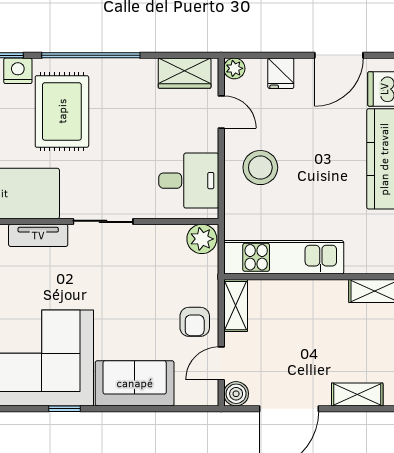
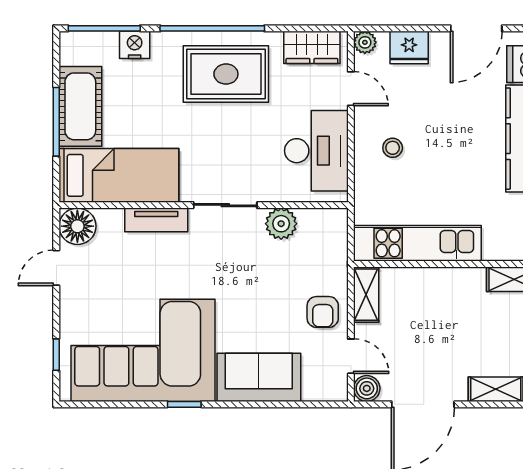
fridge: (281, 73) -> (409, 48), width x1.38
rug: (62, 111) -> (226, 74), moved, turned 90
stool: (260, 168) -> (393, 148), width x0.53, depth x0.53
desk: (189, 181) -> (316, 151), width x1.37
plant: (202, 239) -> (281, 224), moved
door: (221, 363) -> (351, 356), swing flipped

